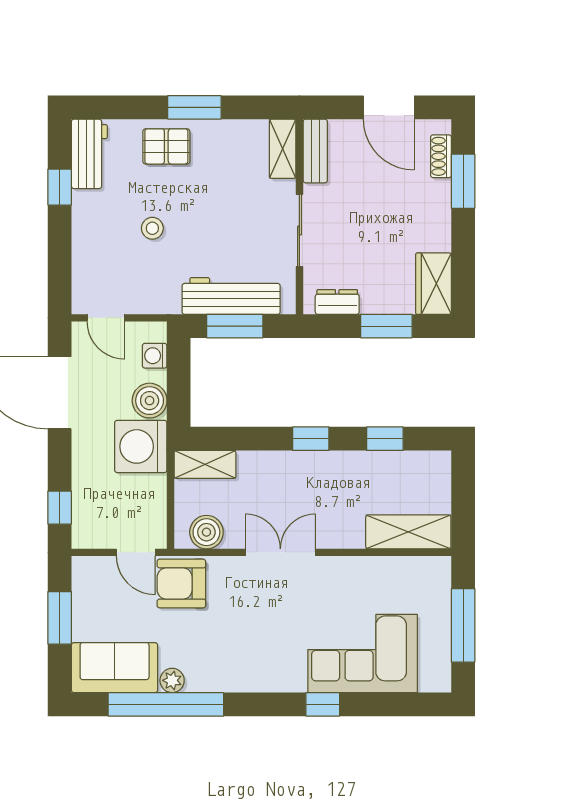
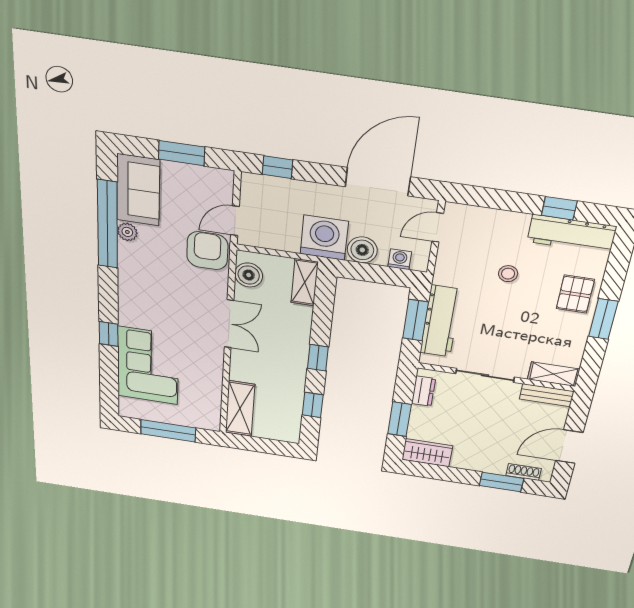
workbench: (89, 154) -> (572, 234), width x1.38

